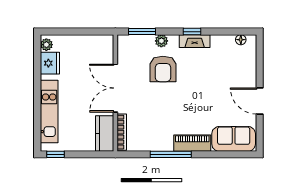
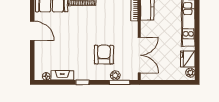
plant: (161, 41) -> (115, 75), moved
fireplace: (195, 41) -> (62, 75), moved
double door: (115, 88) -> (139, 55), moved

